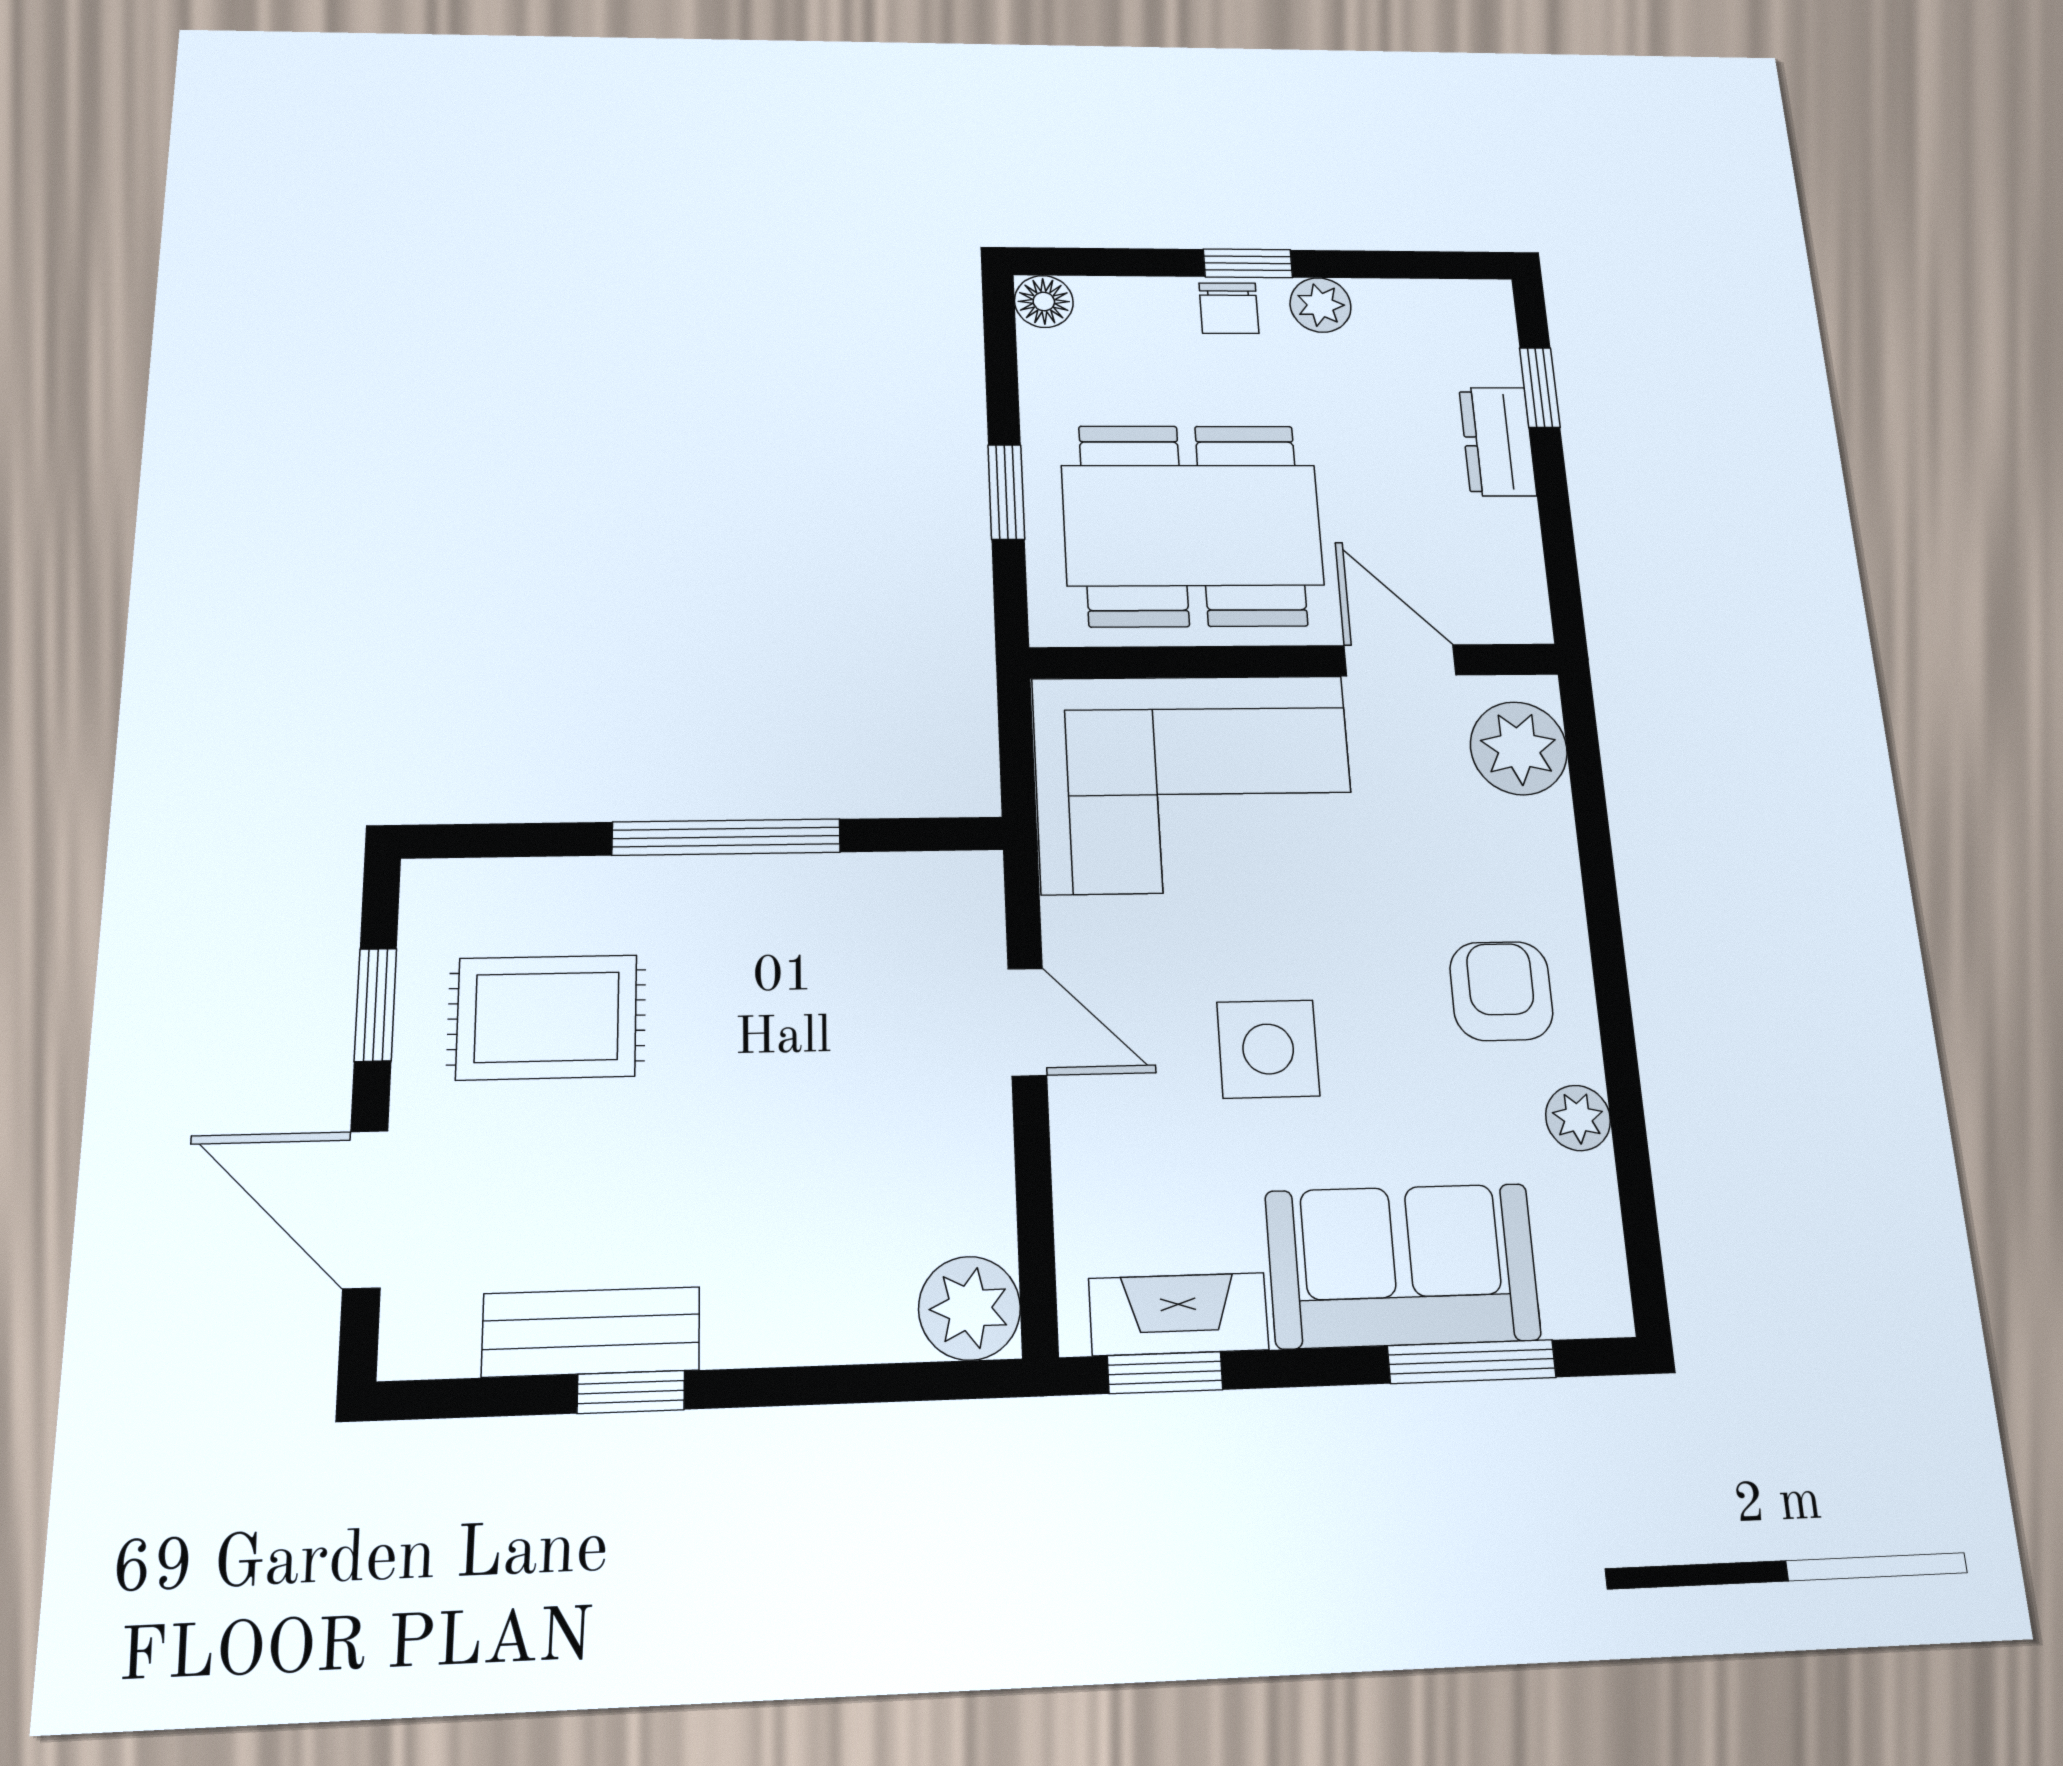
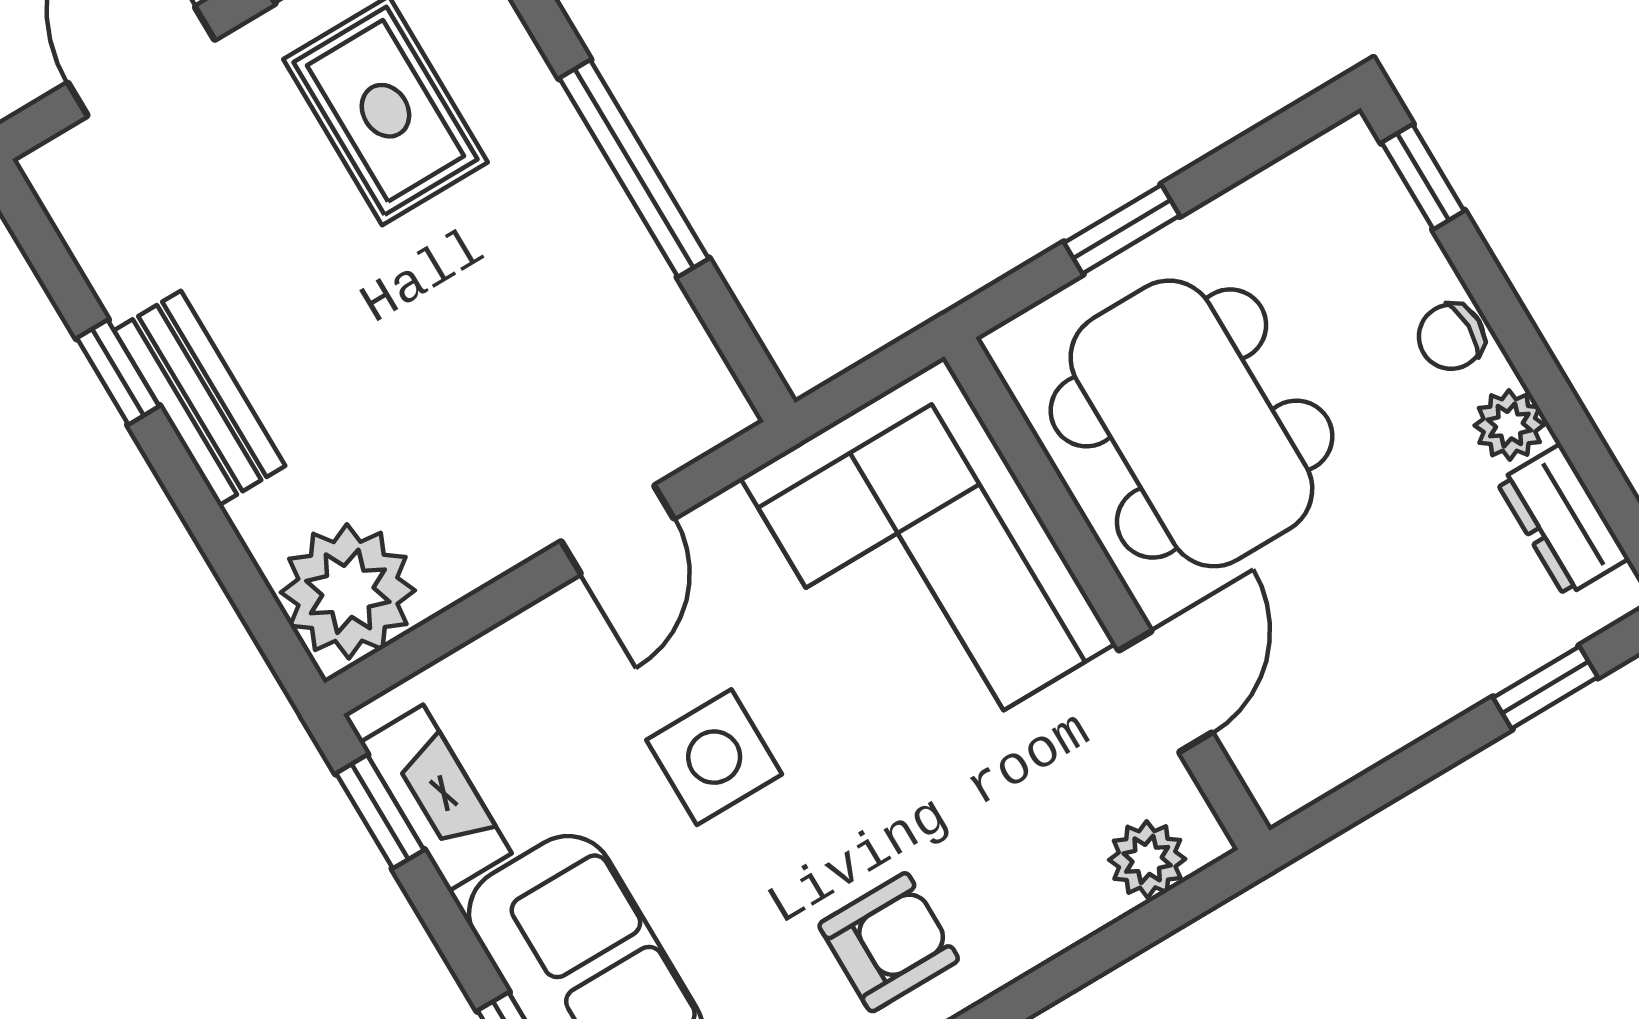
window: (1248, 263) -> (1423, 177), moved
floor lamp: (1044, 301) -> (1349, 153), removed
dresser: (1498, 441) -> (1563, 520), moved, turned -90
plant: (1519, 748) -> (1147, 859), width x0.73, depth x0.73
plant: (969, 1308) -> (348, 591), width x1.36, depth x1.36
bench: (591, 1332) -> (200, 398), moved

